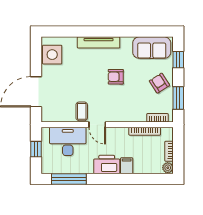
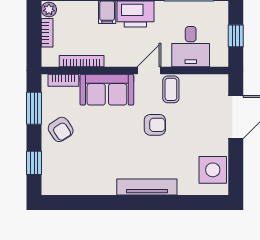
sofa: (152, 48) -> (107, 90), moved, turned 180
armchair: (116, 77) -> (155, 125), moved
door: (97, 125) -> (149, 71), hinge flipped
desk: (68, 141) -> (191, 47), width x0.73

